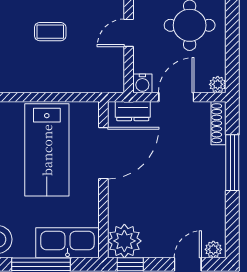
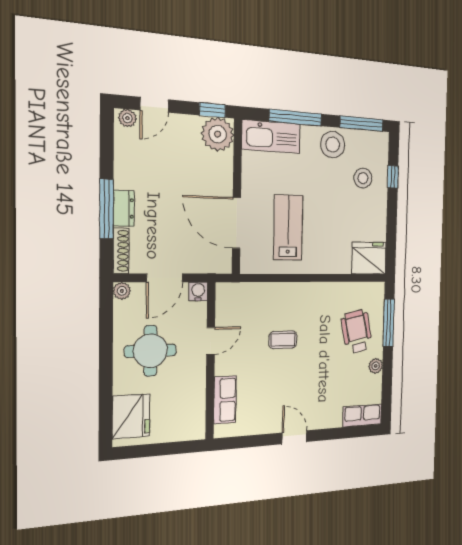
dresser: (133, 111) -> (124, 208), moved, turned 90
lab bench: (47, 150) -> (288, 228), width x0.73, depth x0.72
door: (103, 153) -> (237, 223), hinge flipped

